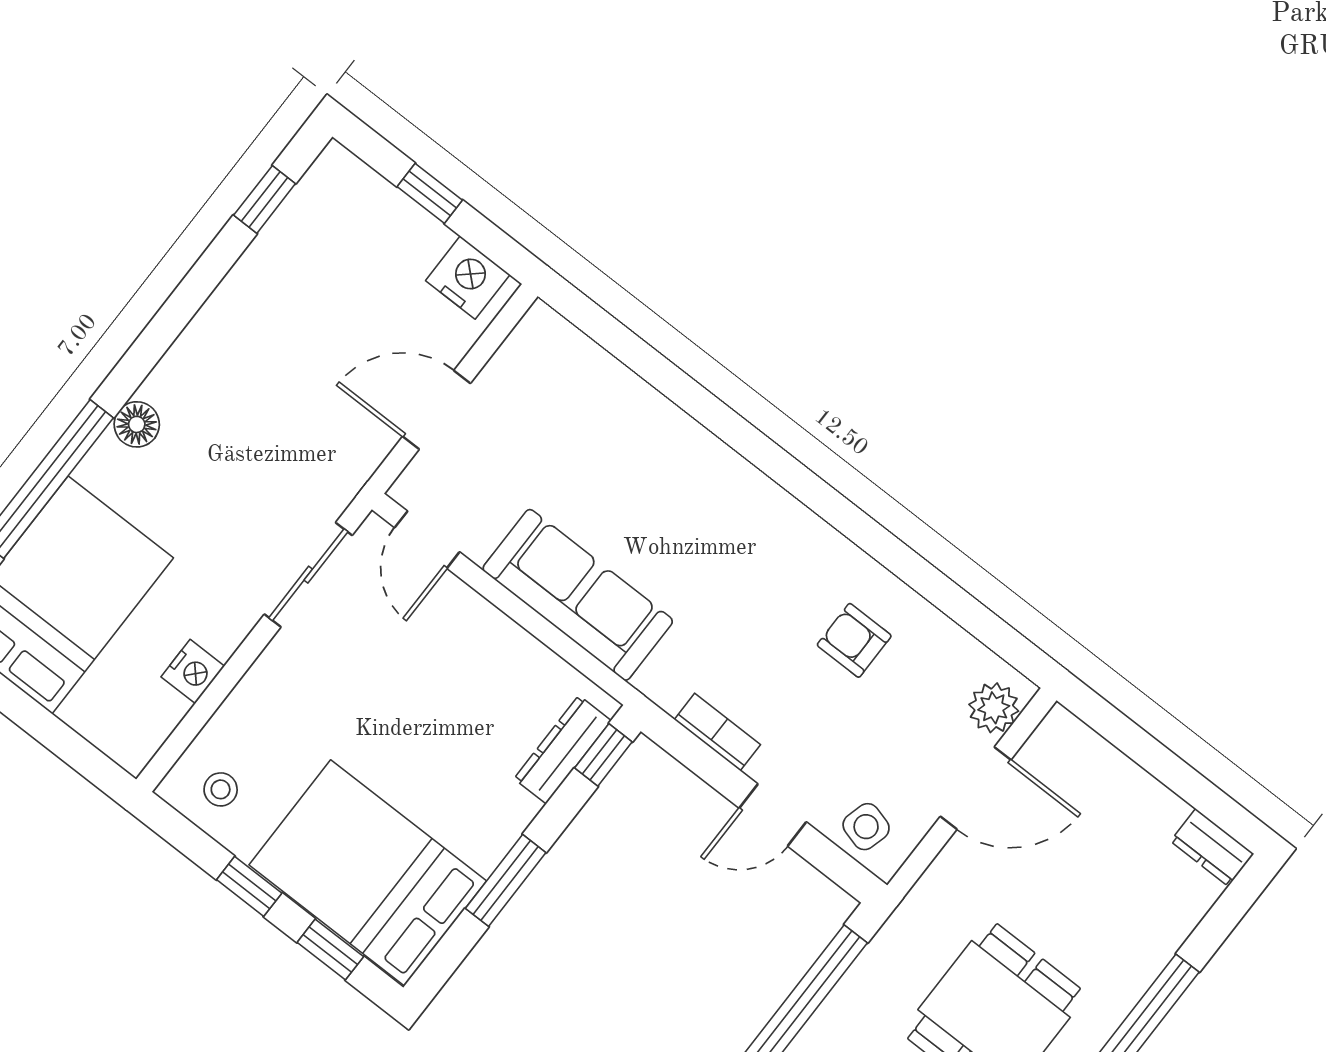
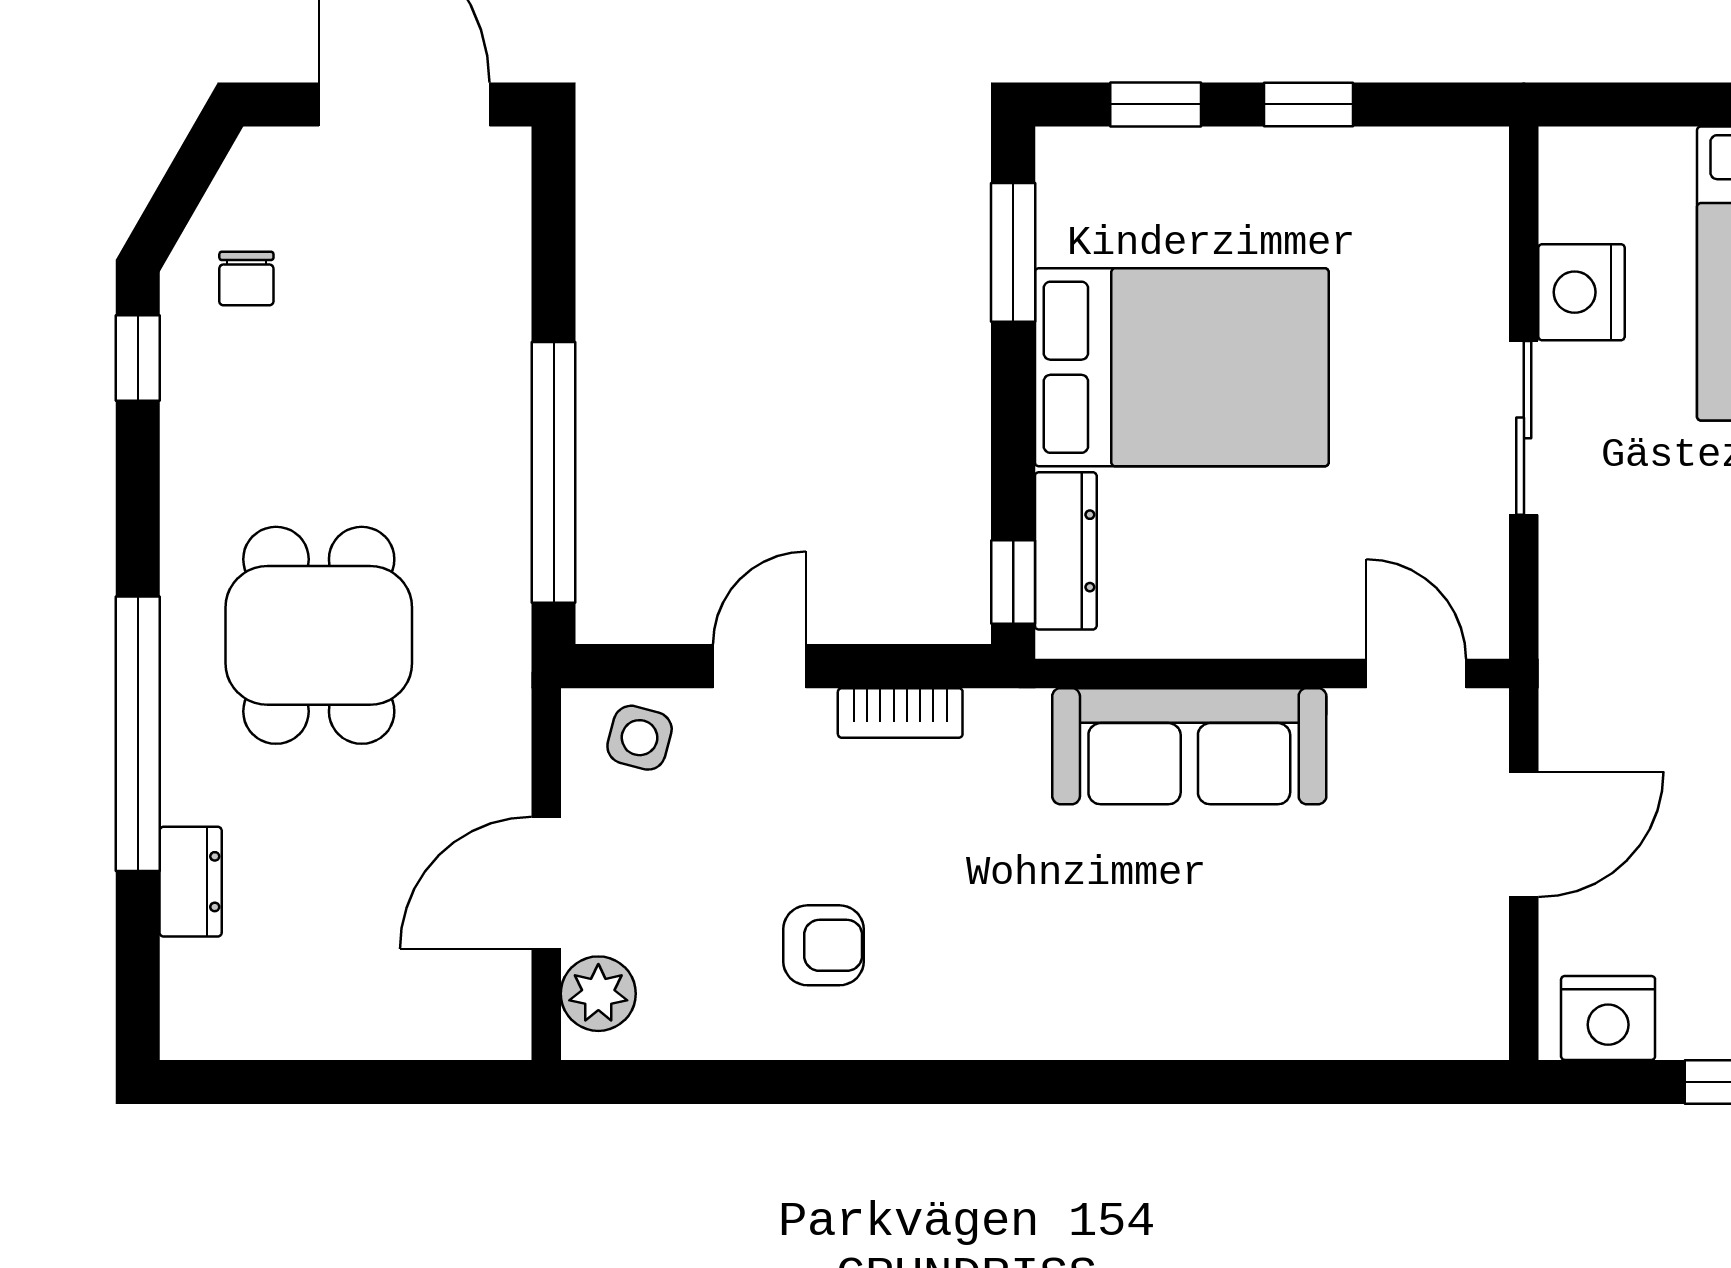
sliding door: (308, 575) -> (1524, 428), moved
nightstand: (193, 671) -> (1582, 292), width x1.36, depth x1.33
stool: (221, 789) -> (1431, 192), removed
dresser: (1212, 847) -> (191, 882), moved, turned 90
bed: (368, 873) -> (1182, 367), moved
window: (506, 880) -> (1013, 252), moved

